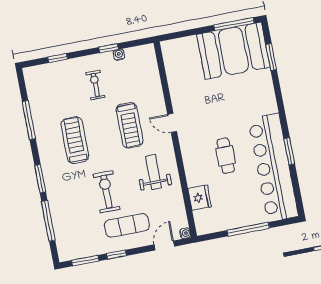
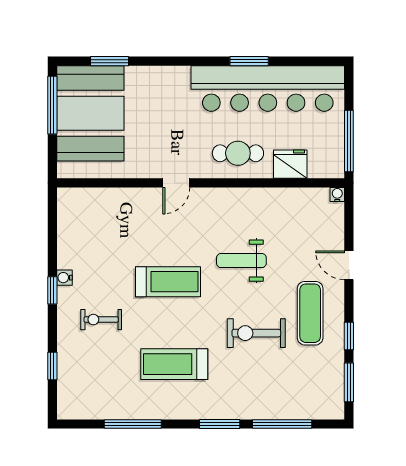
door: (172, 123) -> (176, 183), moved
wall: (175, 139) -> (201, 183), moved
fridge: (200, 198) -> (290, 164), moved
water cooler: (185, 233) -> (337, 194), moved

